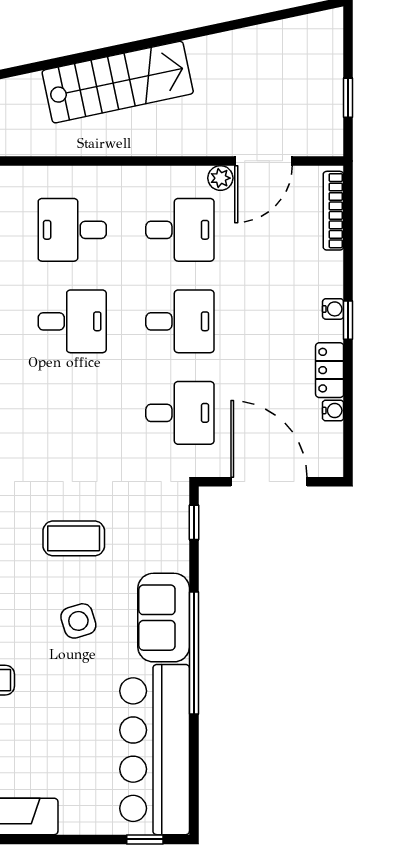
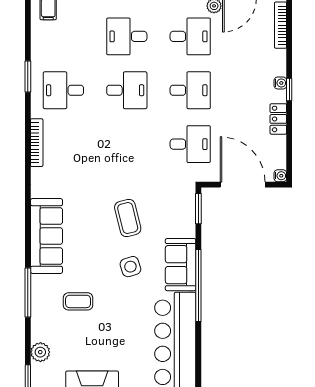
water cooler: (333, 410) -> (280, 176), moved
window: (194, 522) -> (198, 209), width x1.50
coffee table: (74, 538) -> (128, 218), turned 76

